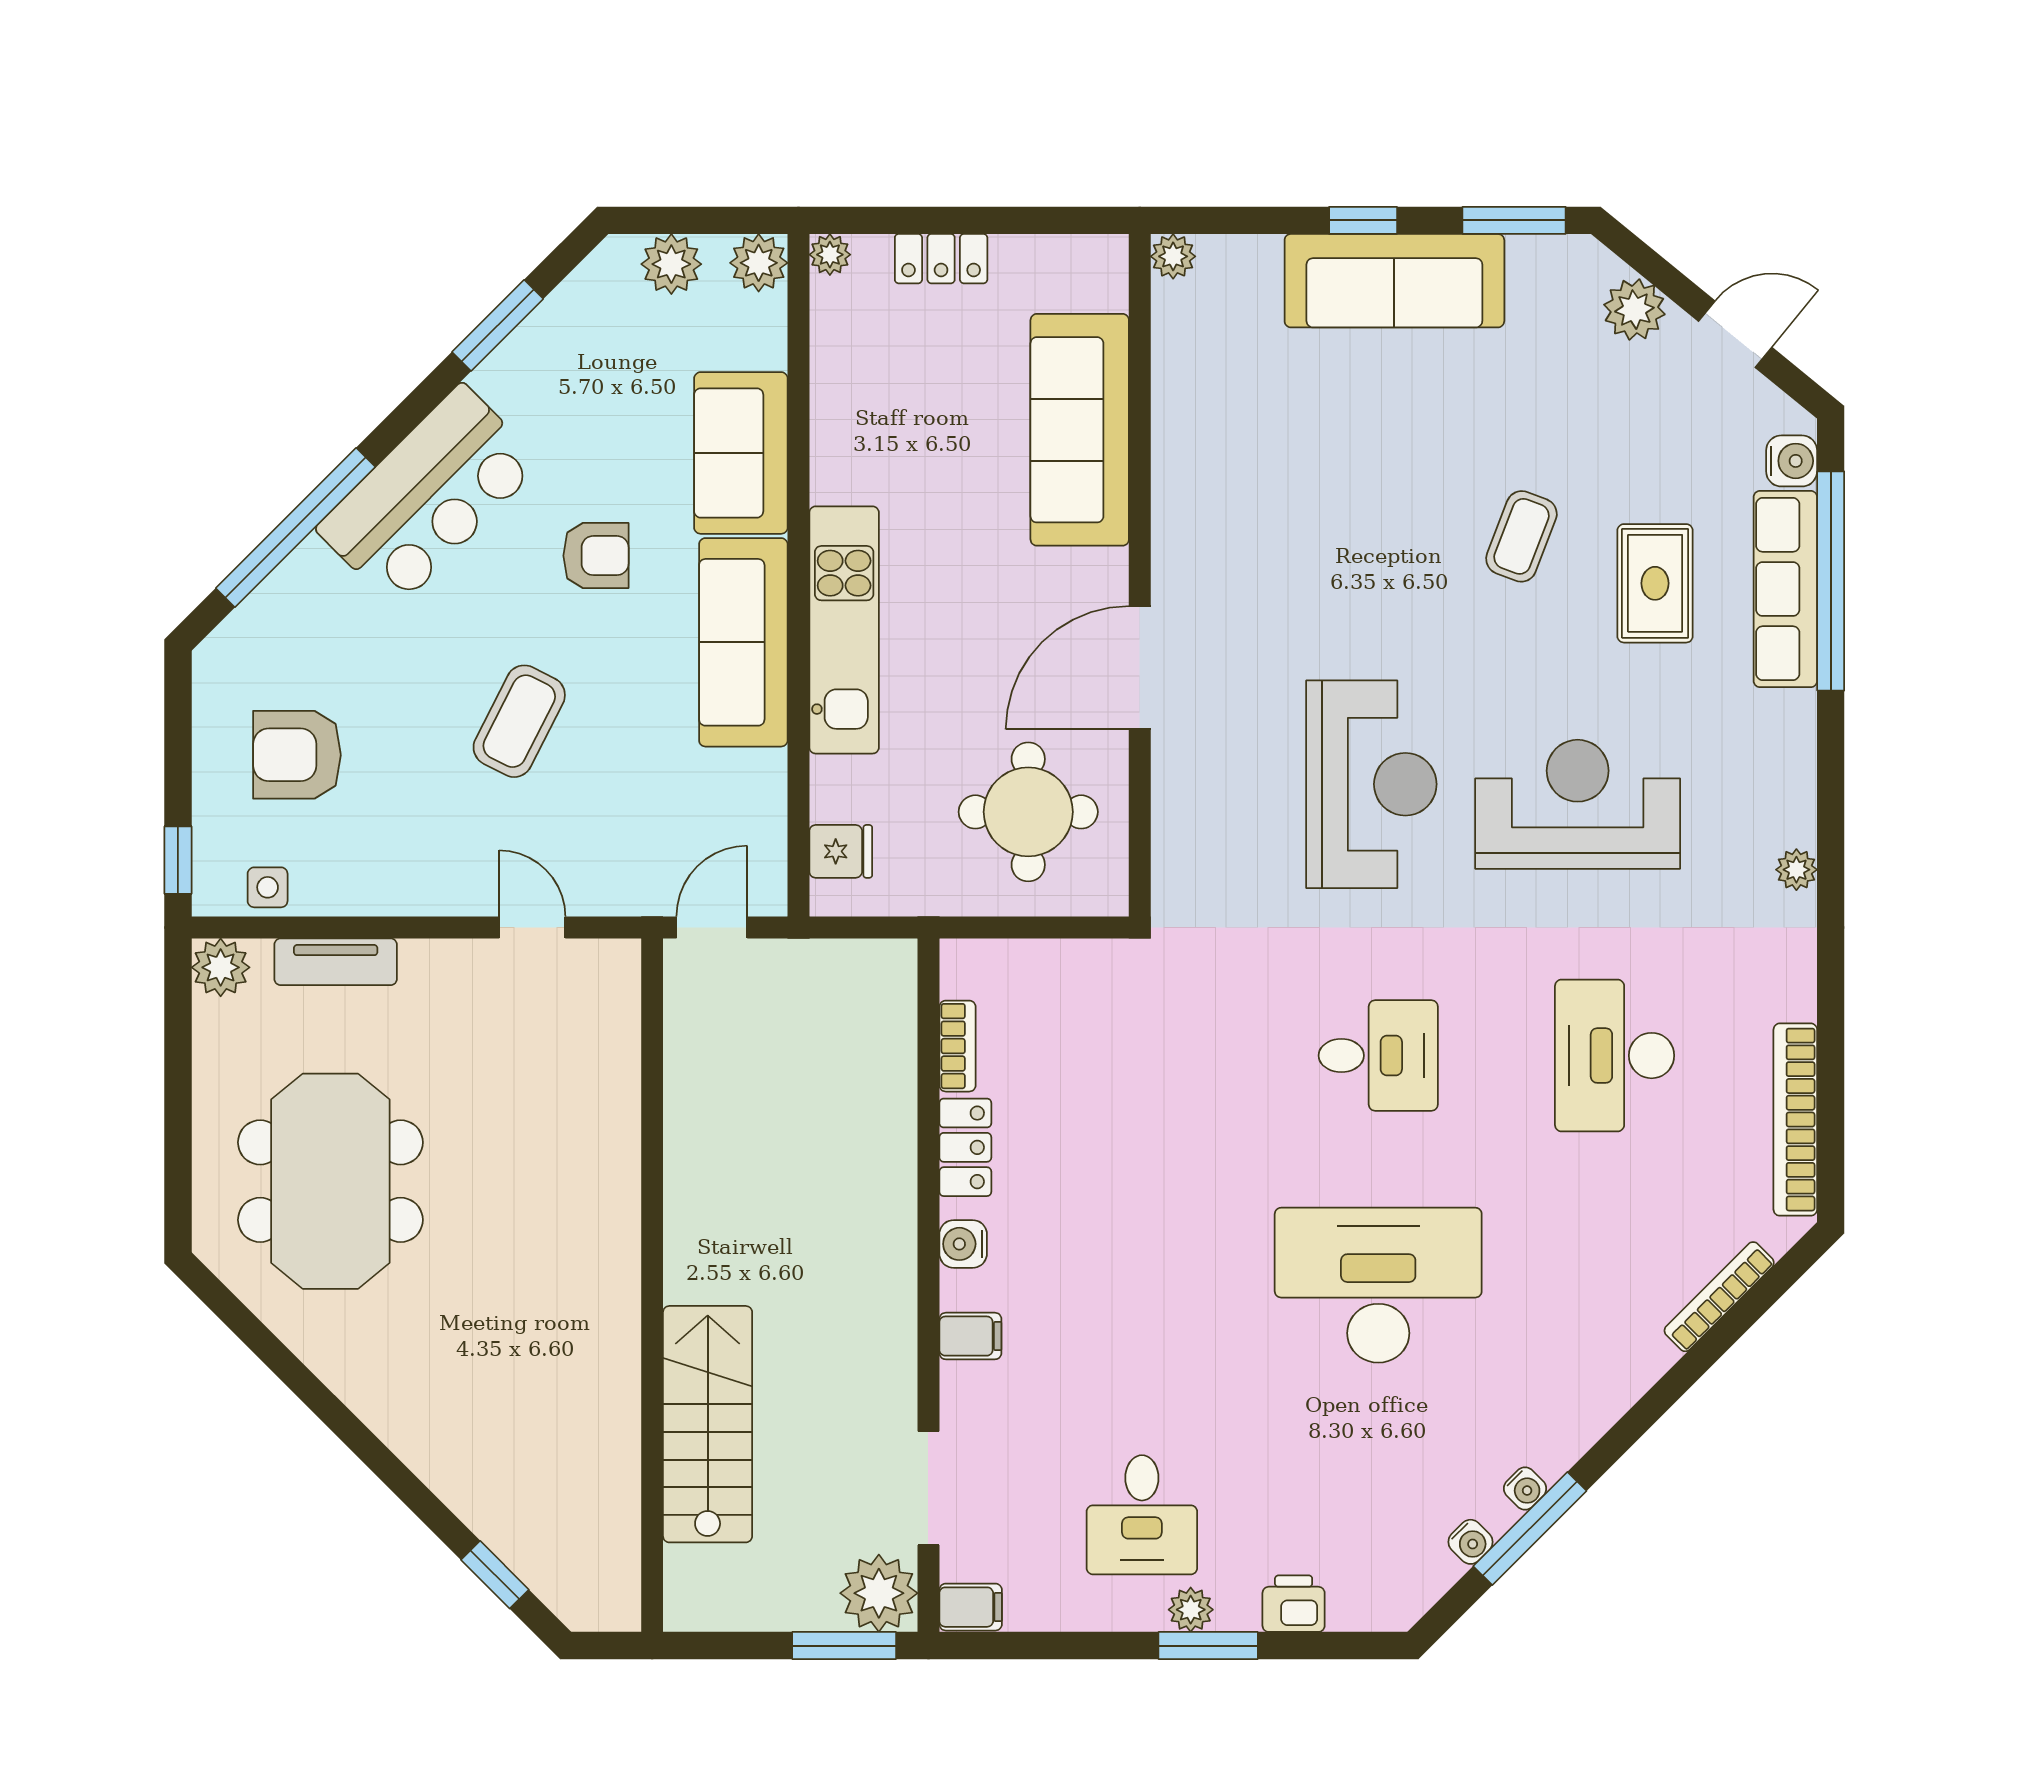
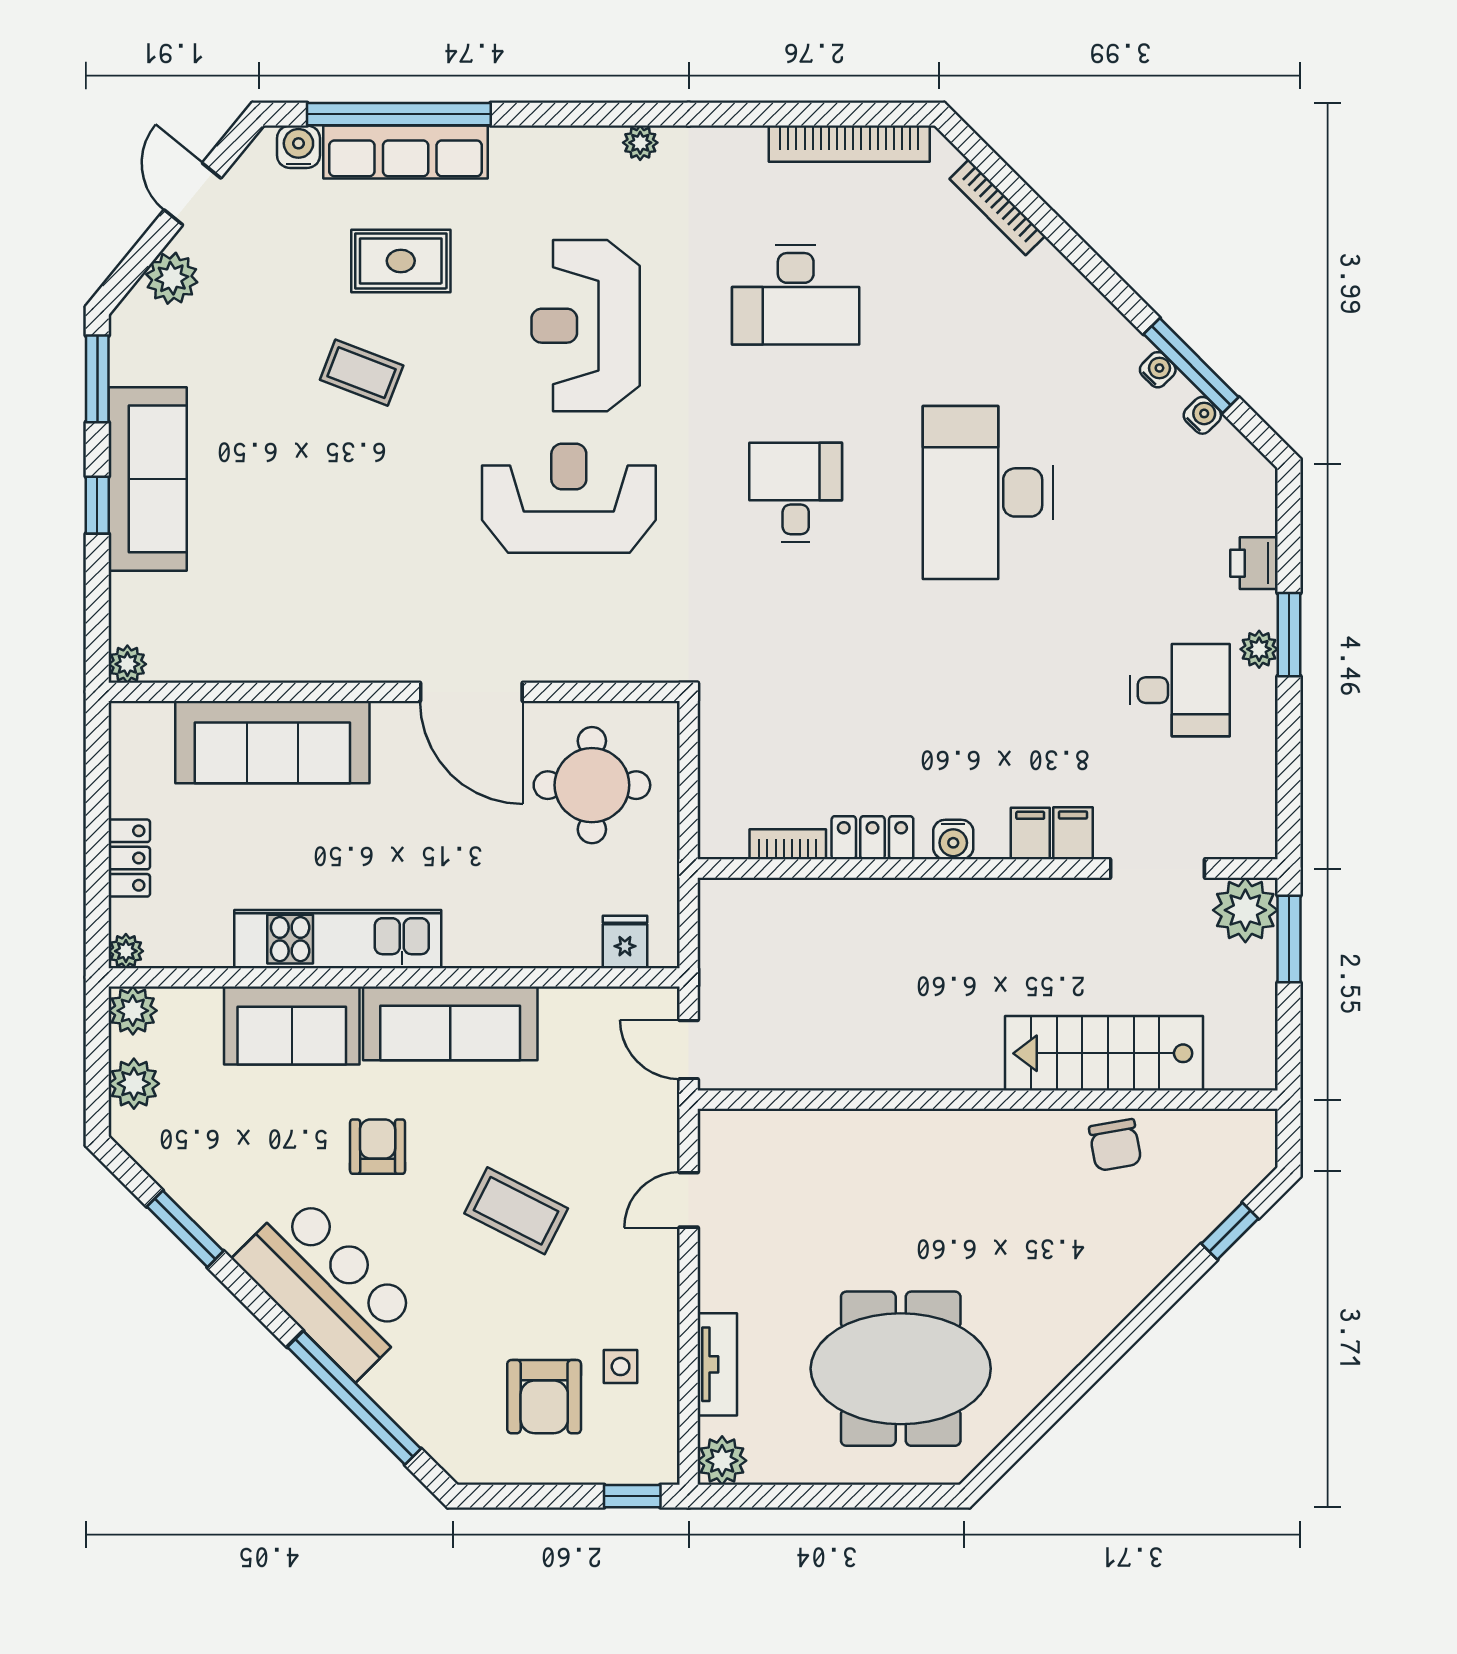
kitchen unit: (844, 630) -> (338, 939), moved
side table: (268, 887) -> (621, 1367), moved
chair: (598, 1438) -> (1115, 1145), added
filing cabinet: (971, 1607) -> (1073, 833), moved

